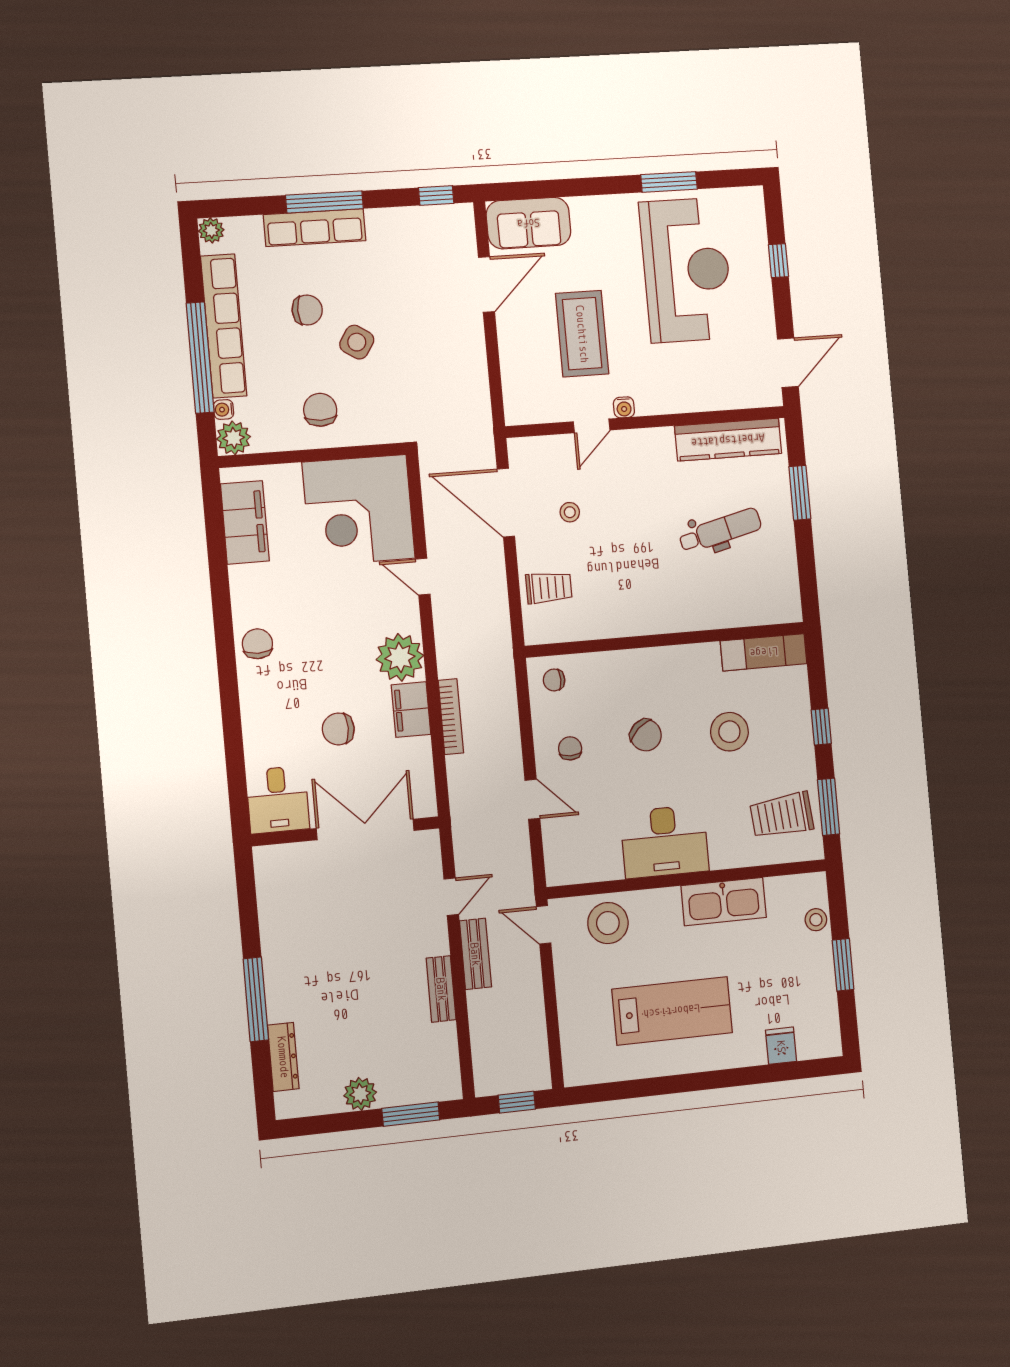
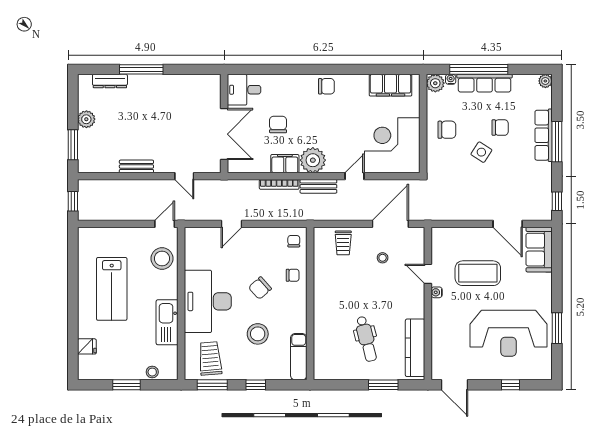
chair: (307, 310) -> (500, 128), turned -90
row of seats: (224, 326) -> (485, 83), width x0.73
chair: (570, 748) -> (293, 275), moved
desk: (665, 842) -> (208, 301), width x1.36, depth x1.30
bench: (475, 954) -> (318, 186), moved

